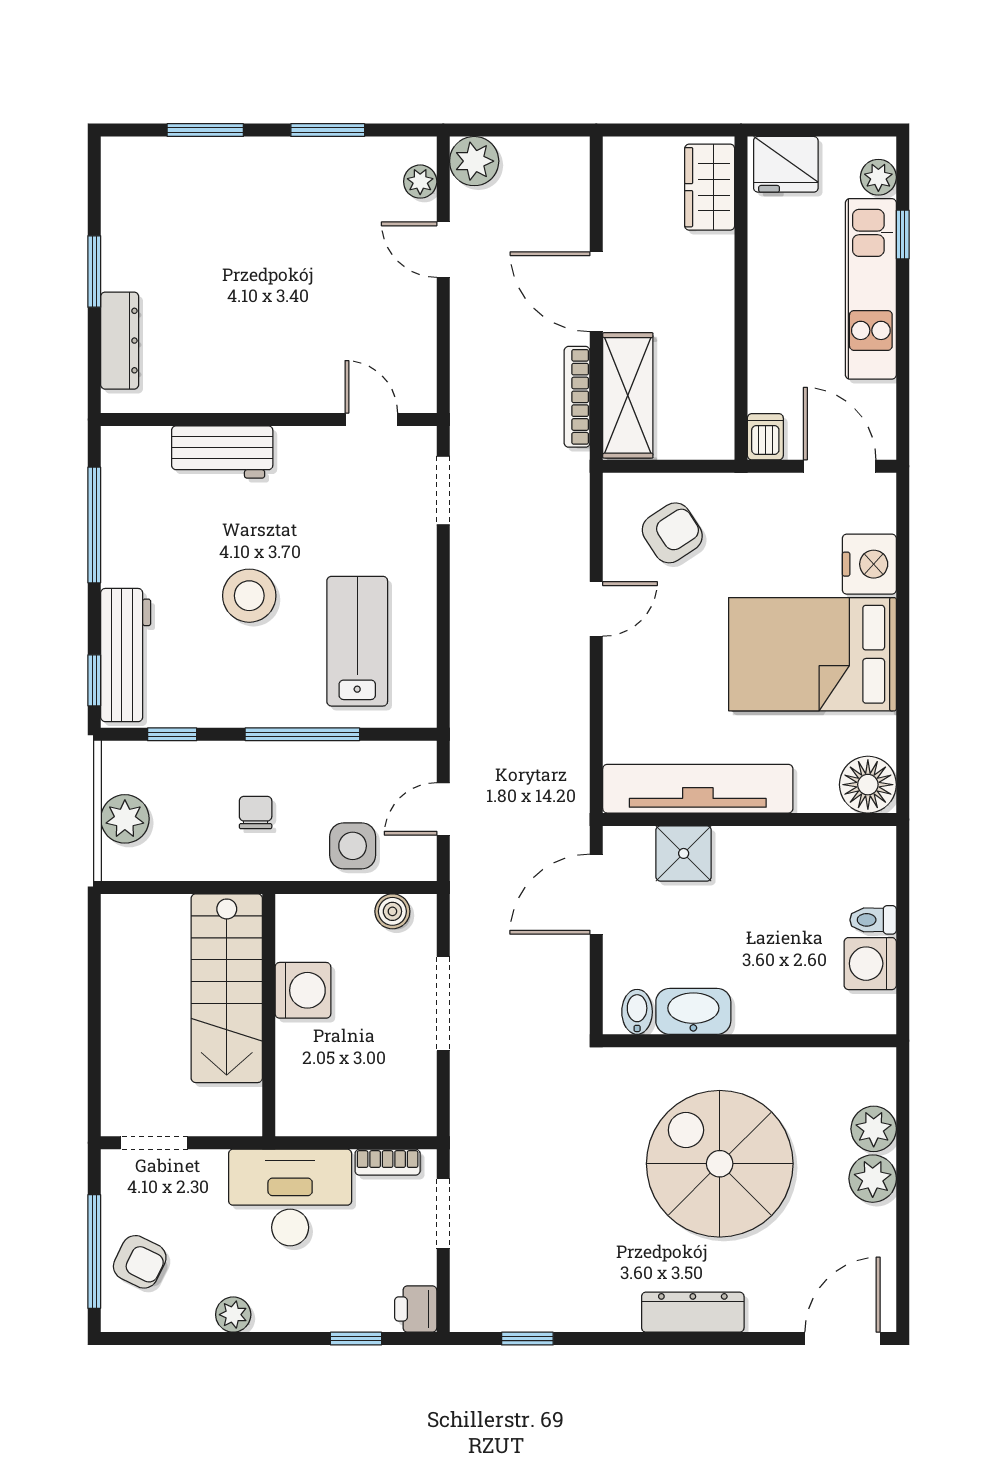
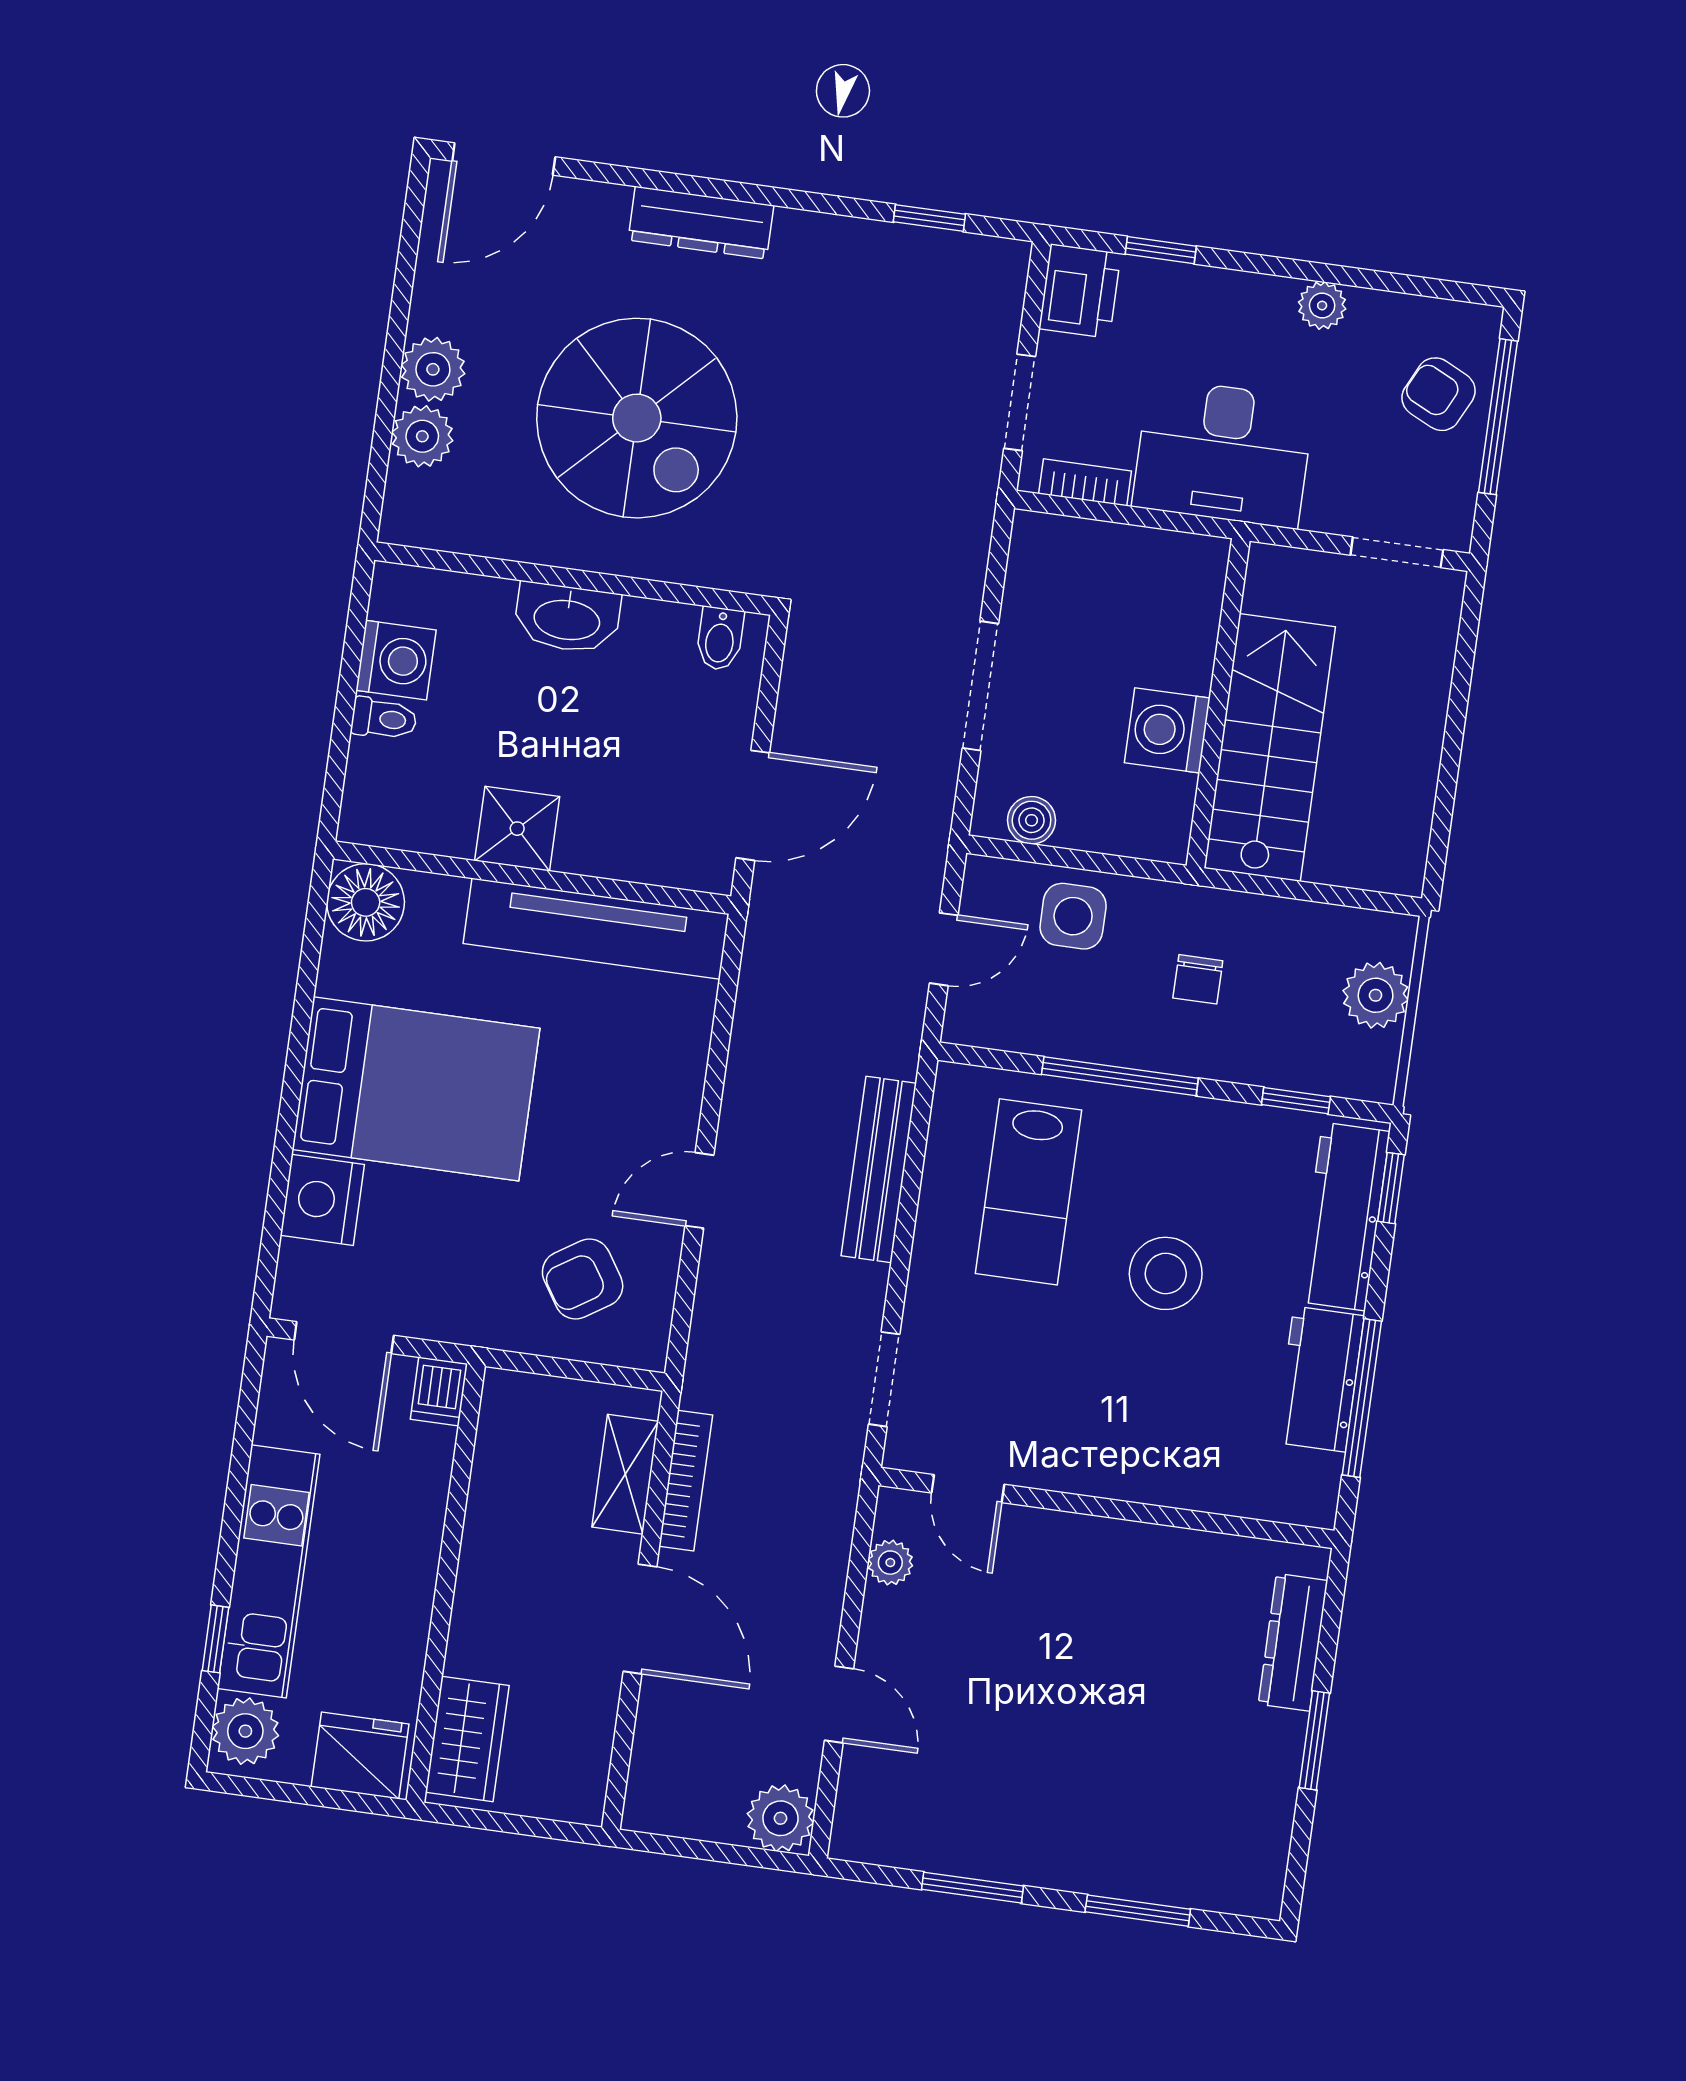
plant: (878, 177) -> (245, 1731), width x1.38, depth x1.38
plant: (420, 182) -> (890, 1563), moved
shelving: (628, 395) -> (625, 1474), width x0.67, depth x0.75
workbench: (222, 452) -> (1320, 1379), moved, turned -90
bench: (468, 642) -> (879, 1169), added
shower: (684, 853) -> (517, 829), moved
washbasin: (693, 1011) -> (567, 618), moved
printer: (416, 1309) -> (1080, 291), width x1.36, depth x1.24

